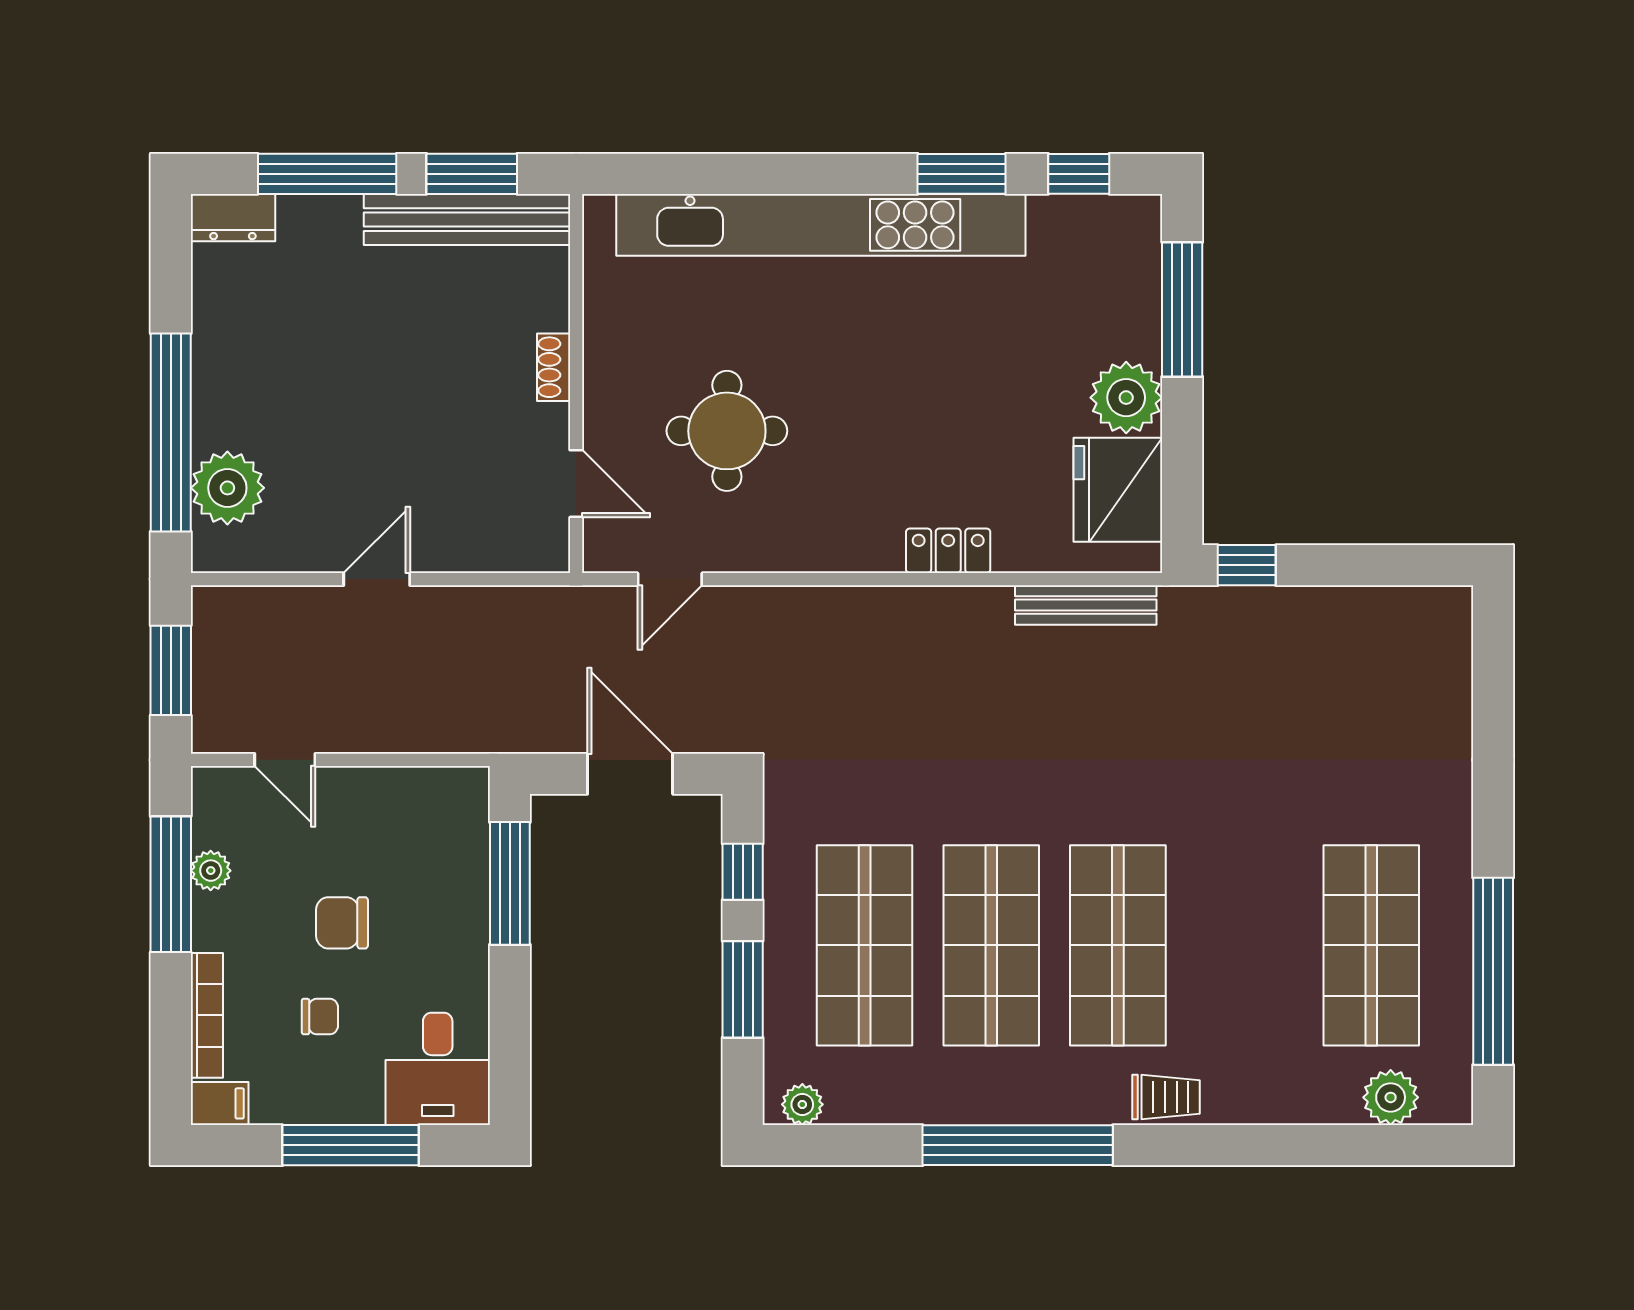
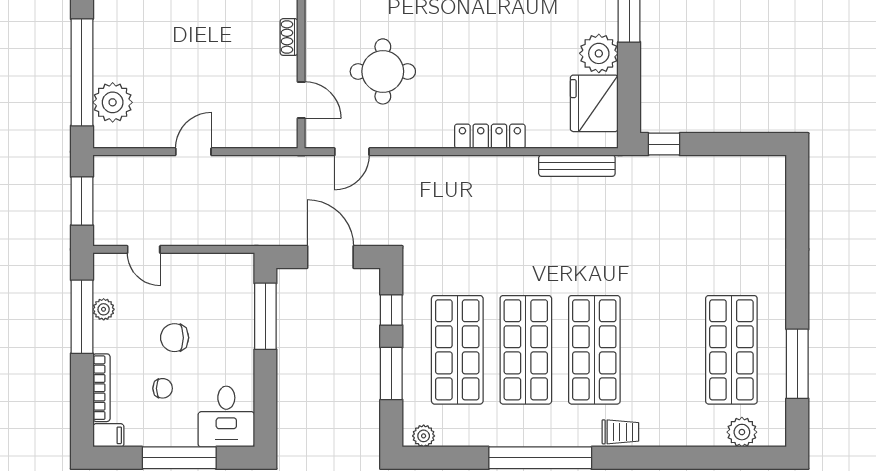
locker: (948, 551) -> (490, 136), width x1.53
window: (1493, 971) -> (797, 364), width x0.68

